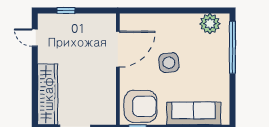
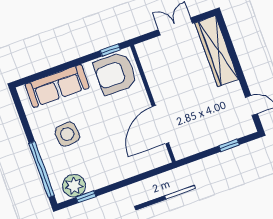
window: (203, 11) -> (86, 197), added
side table: (169, 63) -> (67, 134), moved

